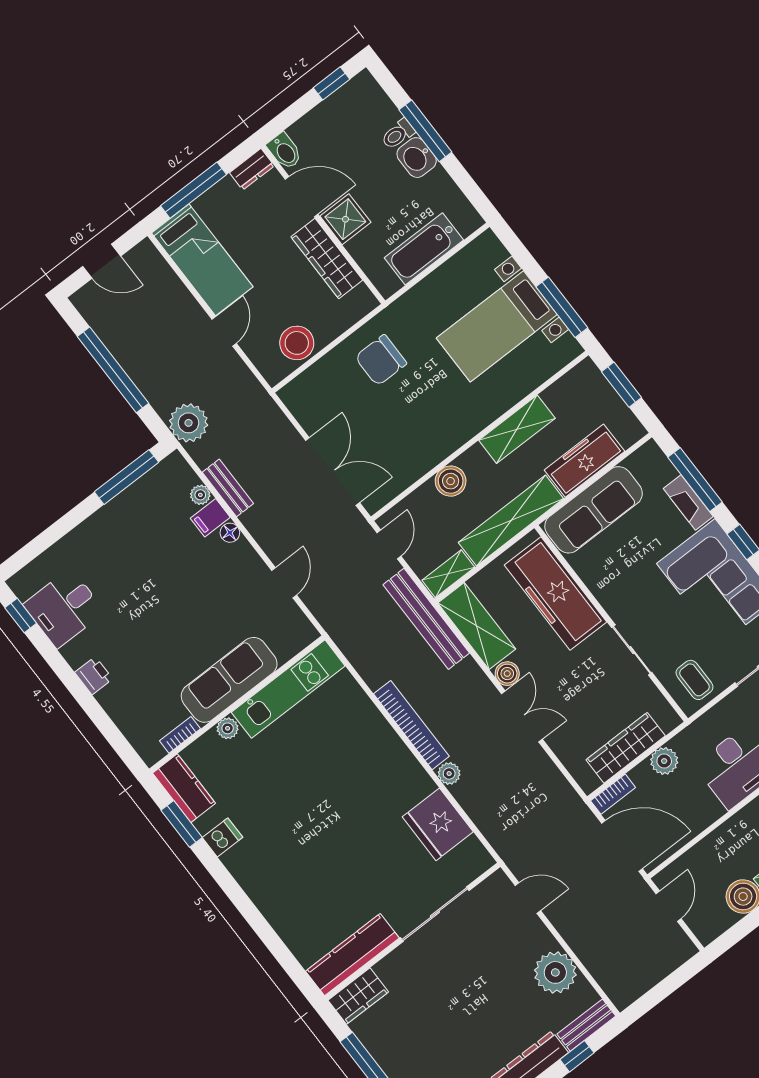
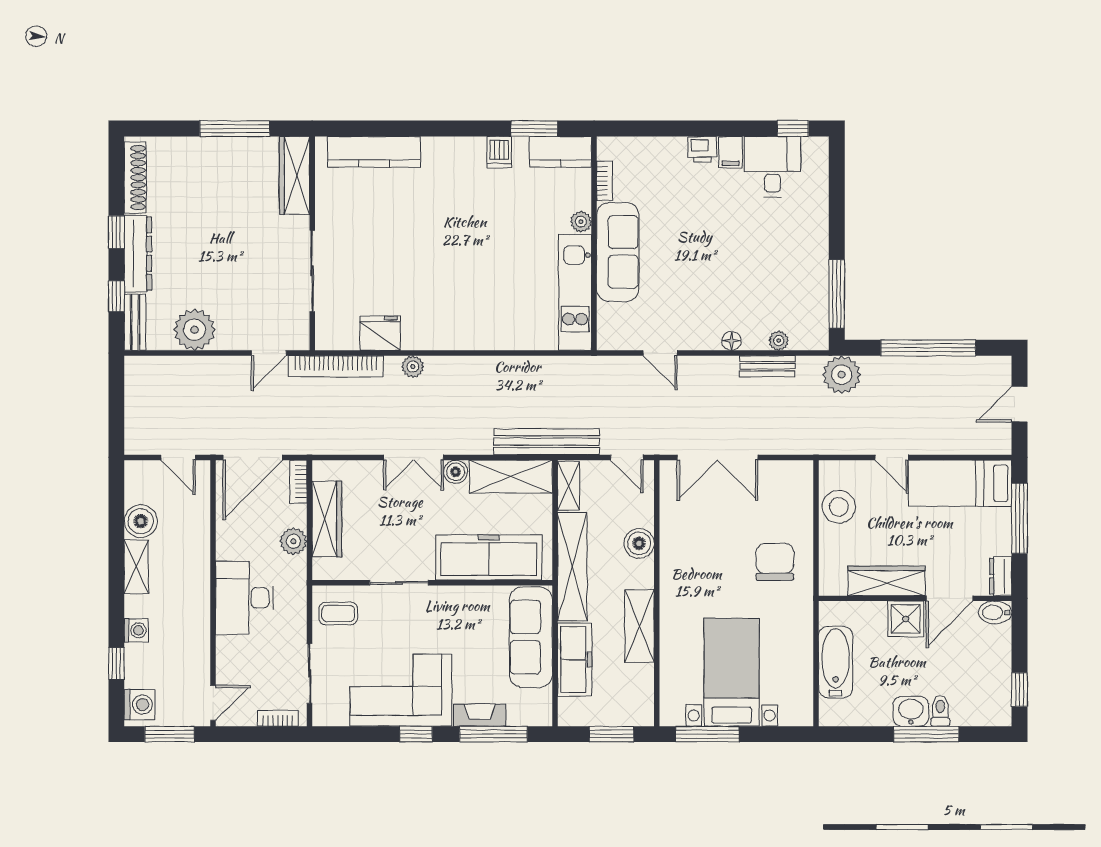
filing cabinet: (210, 518) -> (730, 152), moved, turned 180
bookcase: (411, 725) -> (336, 366), moved
fridge: (438, 824) -> (380, 333), width x0.73, depth x0.75
kitchen counter: (352, 955) -> (374, 152), moved, turned 90
wardrobe: (358, 996) -> (294, 175), width x1.50

